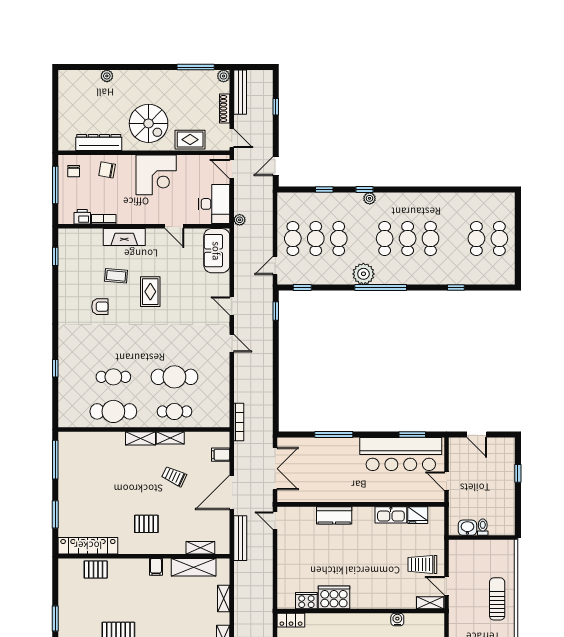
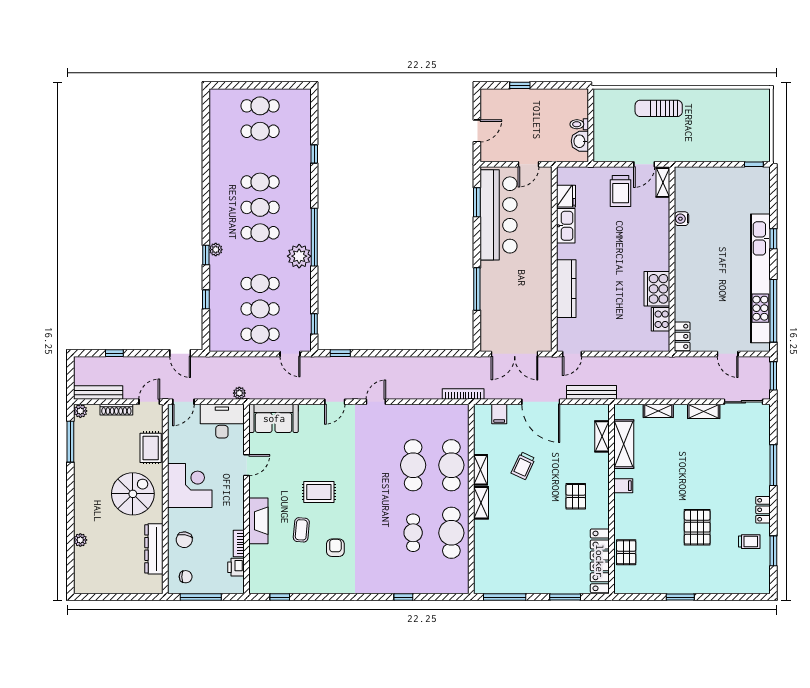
cafe table: (174, 411) -> (451, 465), width x1.37, depth x1.35
double door: (275, 469) -> (515, 354), swing flipped
kitchen counter: (334, 515) -> (566, 289), width x1.50

